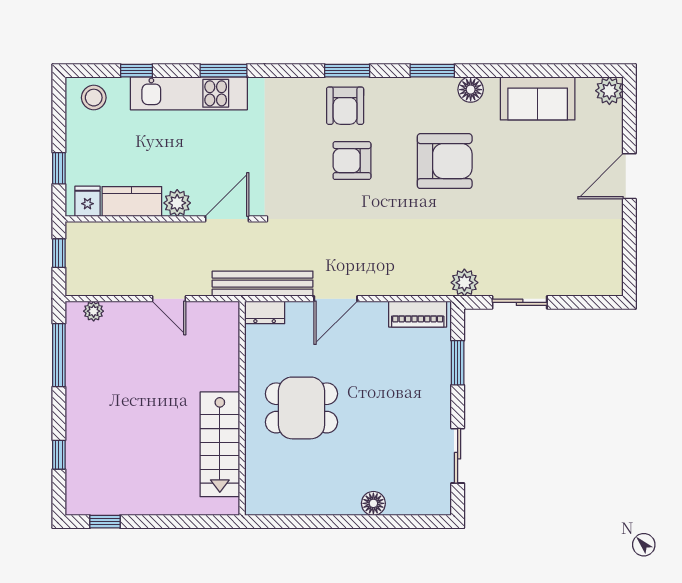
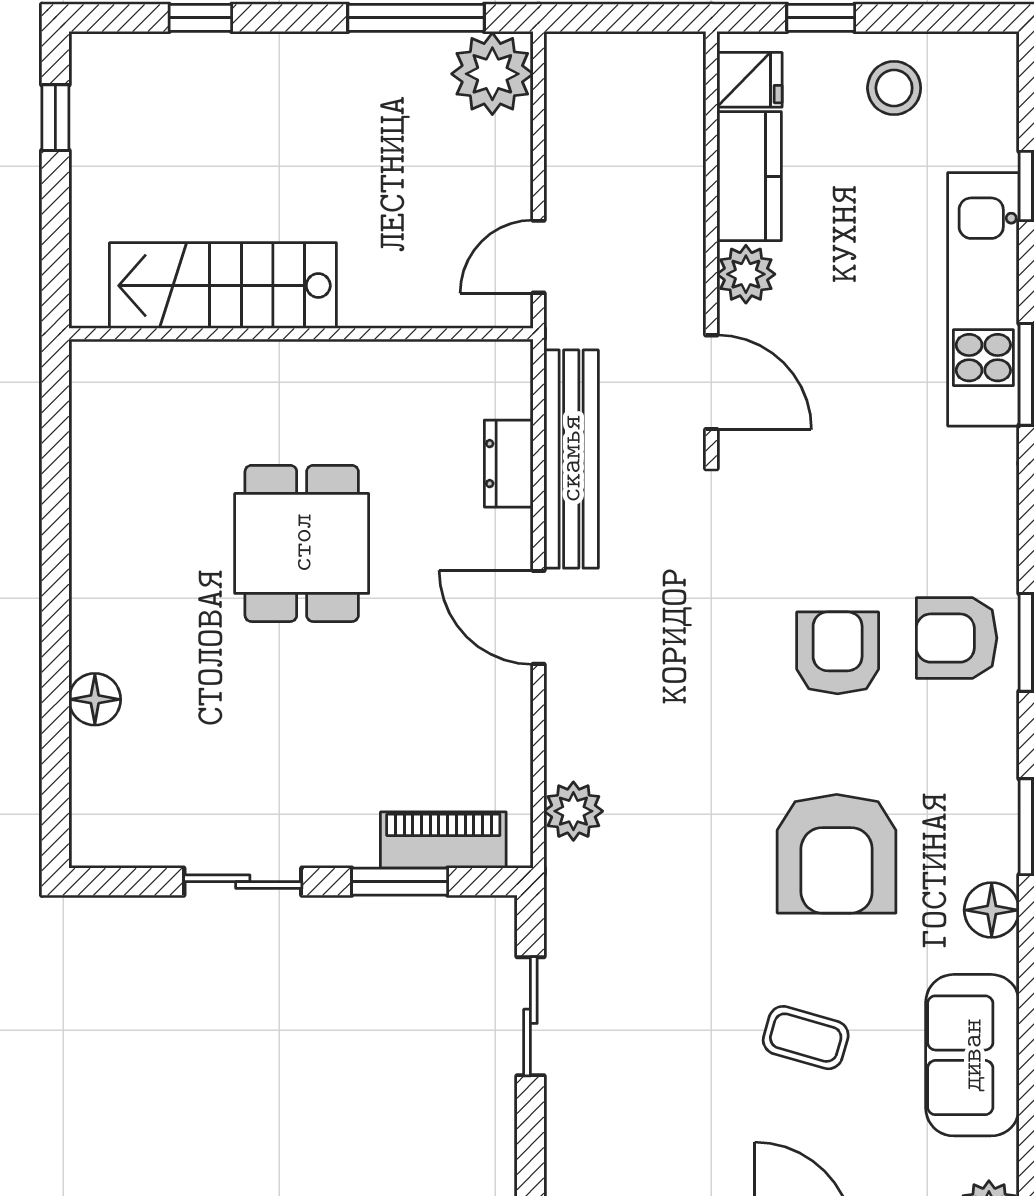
stool: (94, 98) -> (894, 88), moved
coffee table: (529, 175) -> (806, 1038), added
window: (59, 253) -> (637, 18), removed
plant: (464, 283) -> (573, 811), moved
plant: (94, 311) -> (492, 74), width x1.88, depth x1.88
piano: (418, 314) -> (443, 840), moved, turned 90
wall: (242, 408) -> (301, 334), moved
stairs: (220, 444) -> (223, 286), moved
sliding door: (458, 456) -> (243, 882), moved

